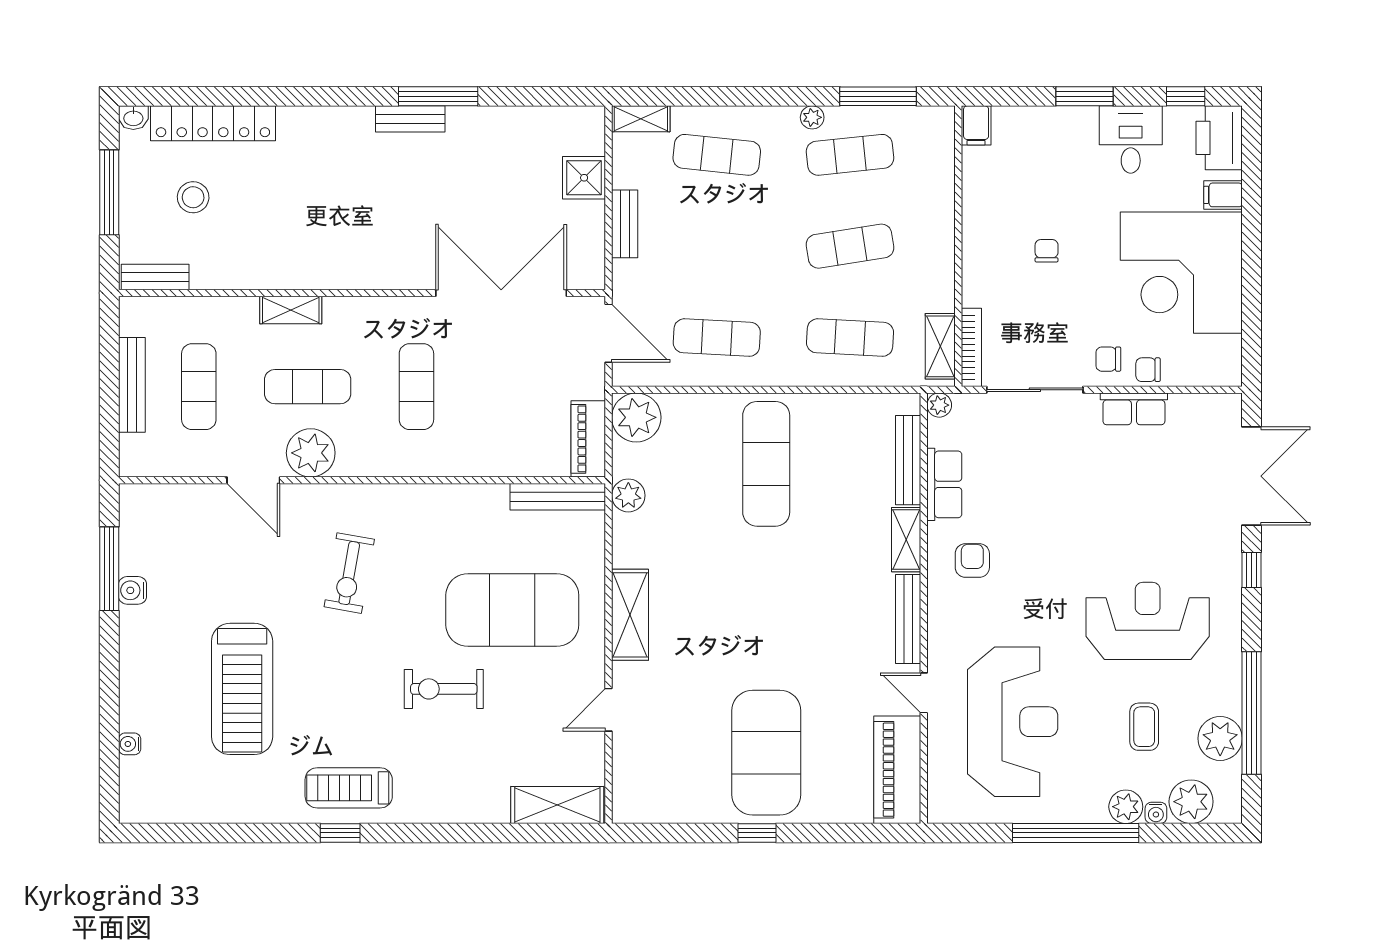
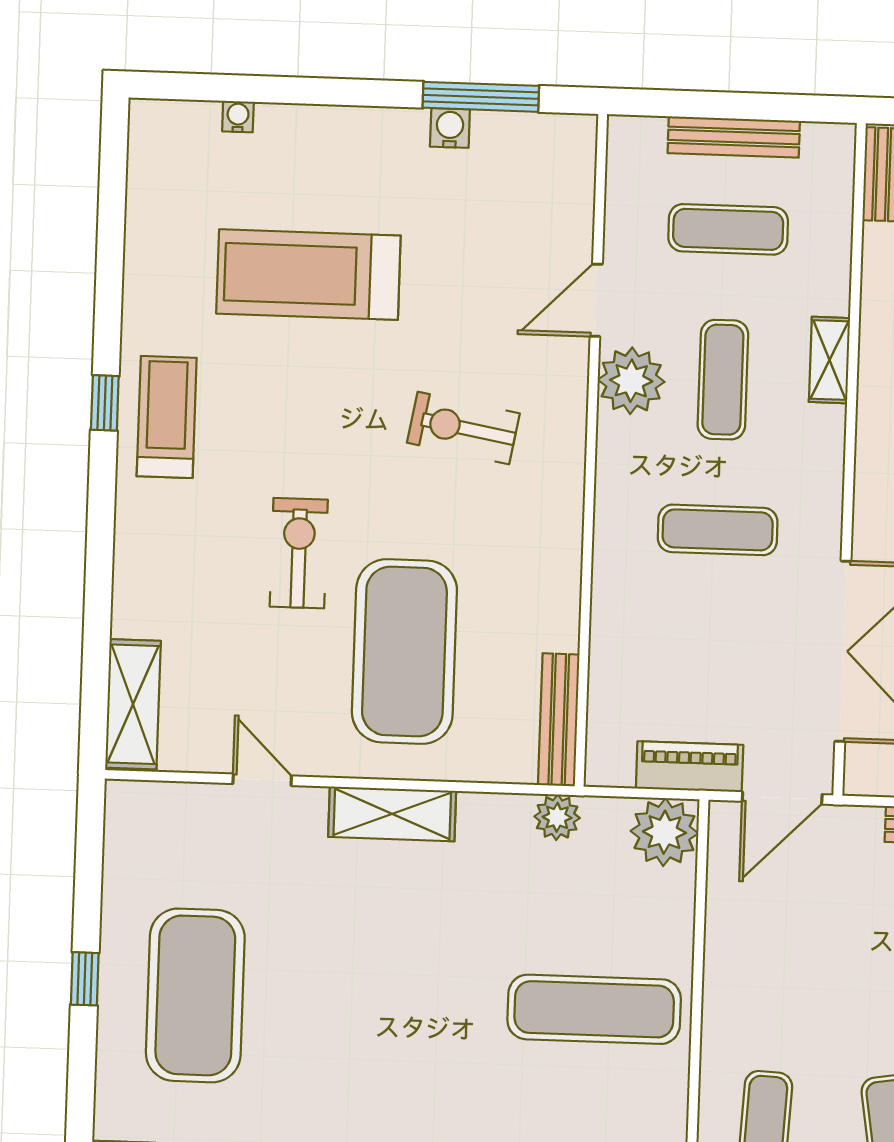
exercise mat: (717, 338) -> (771, 947), removed
piano: (588, 439) -> (690, 767), moved
exercise mat: (766, 753) -> (195, 995), turned 90

